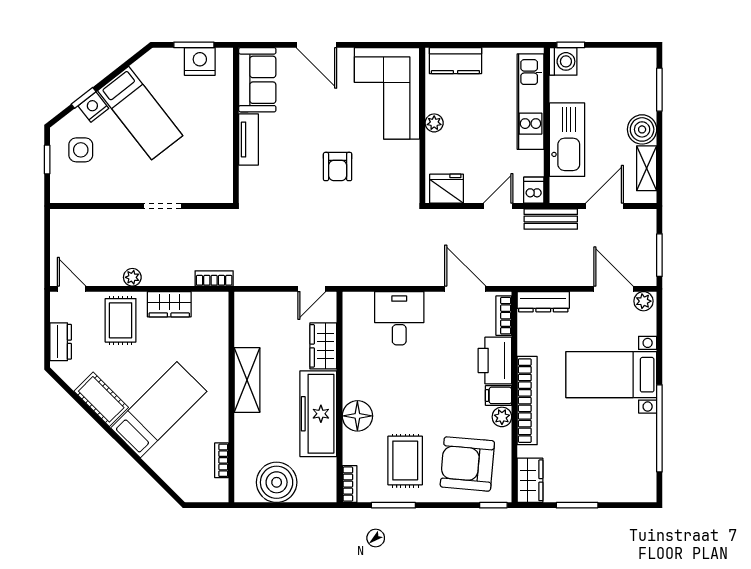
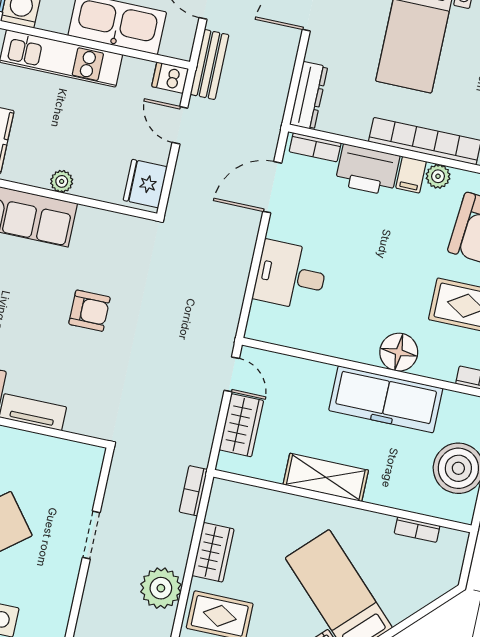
plant: (132, 277) -> (161, 588), width x1.88, depth x1.88
wardrobe: (323, 346) -> (241, 425), moved, turned -90

